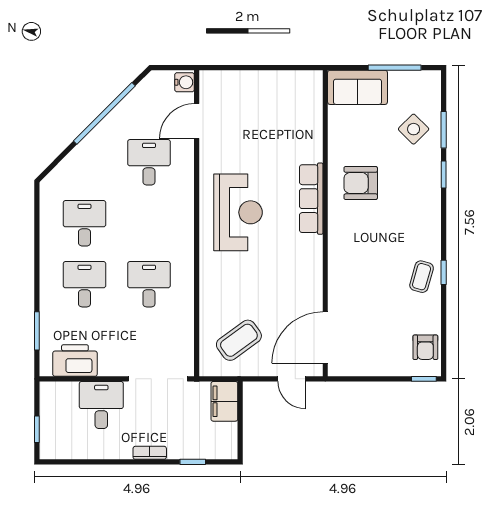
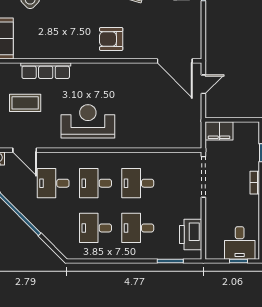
armchair: (361, 183) -> (111, 39), moved, turned 90
row of seats: (311, 199) -> (46, 71), moved
desk: (149, 223) -> (95, 183), added
coffee table: (239, 340) -> (25, 103), moved, turned -54
desk: (101, 405) -> (240, 243), moved, turned -90

